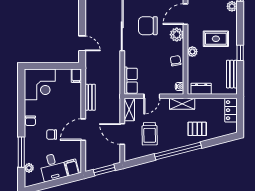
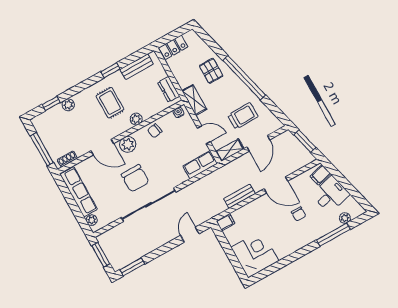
chair: (30, 121) -> (297, 243), removed

